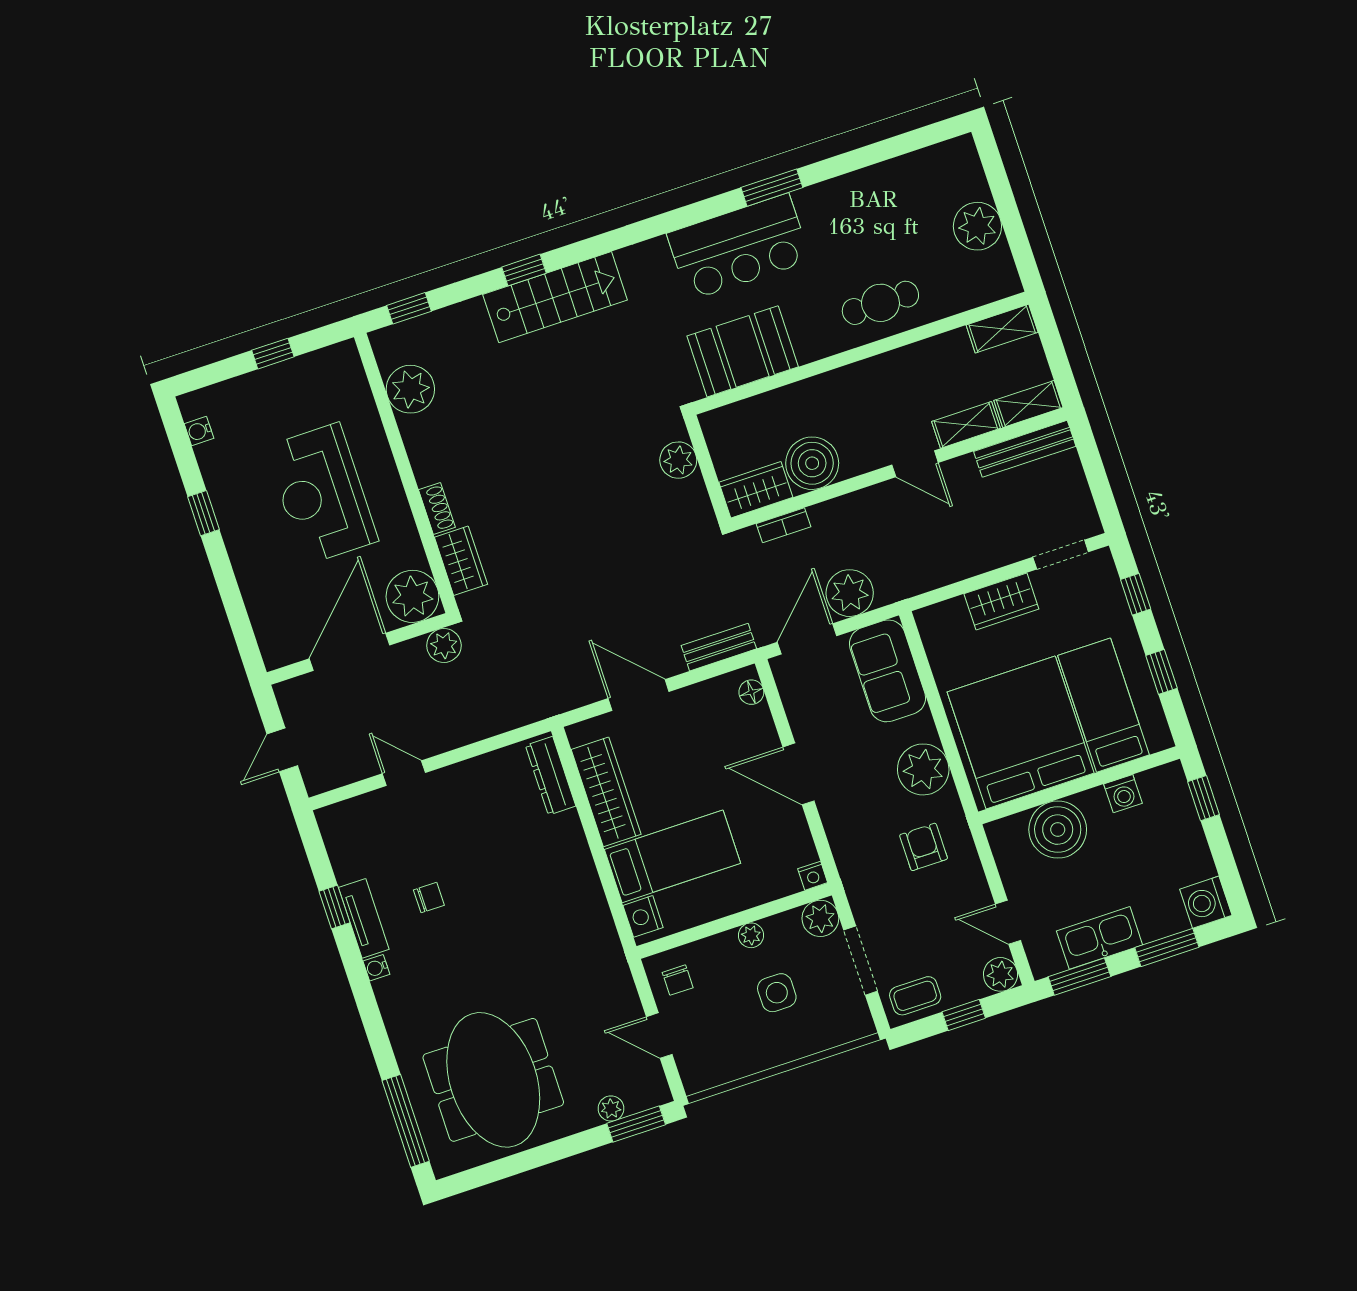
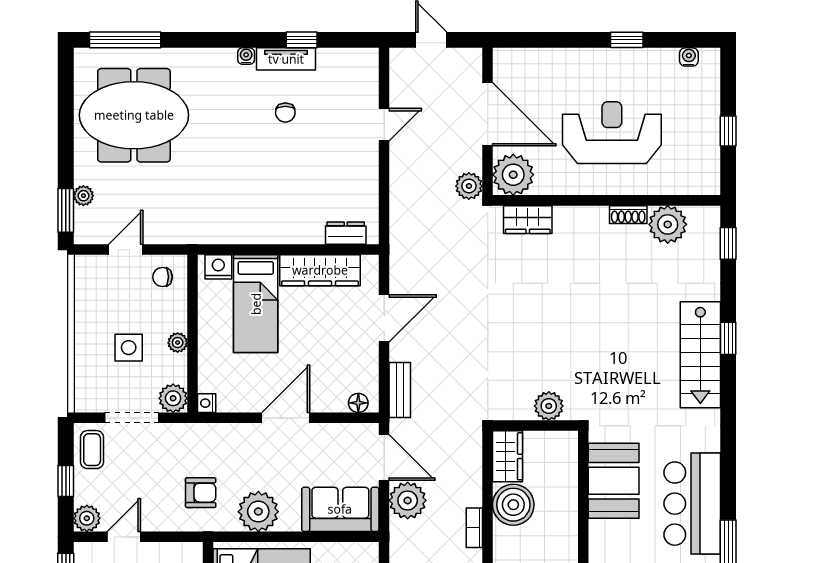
shoe rack: (437, 508) -> (628, 215), moved
bookcase: (783, 525) -> (474, 528), moved
dresser: (551, 776) -> (346, 233), width x0.70

